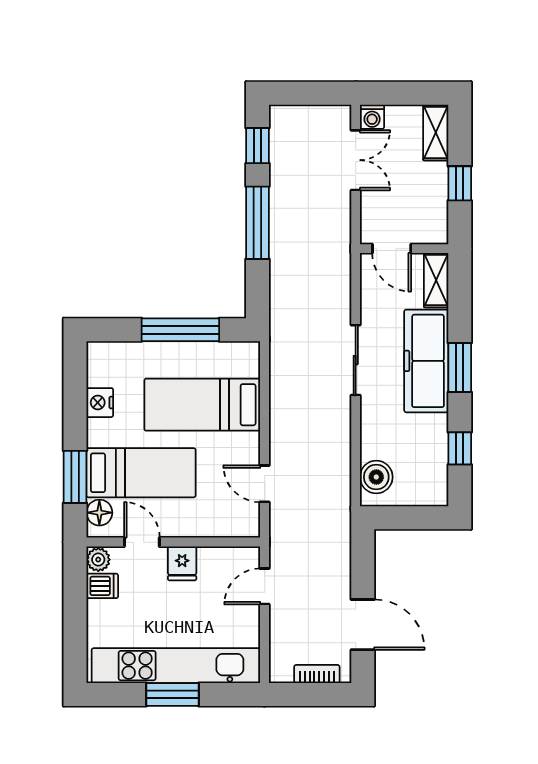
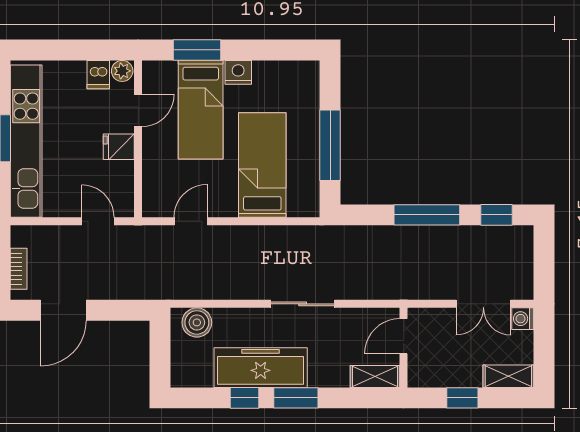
freezer: (426, 361) -> (261, 368), moved
nightstand: (100, 403) -> (238, 72), moved
window: (460, 448) -> (244, 398), moved
floor lamp: (99, 513) -> (165, 72), removed

